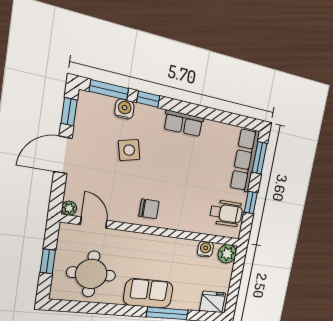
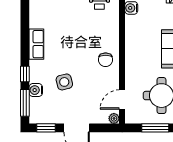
chair: (149, 209) -> (106, 60), turned 180
window: (48, 261) -> (155, 128), width x1.50

